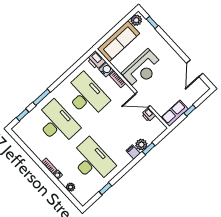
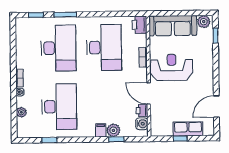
reception desk: (142, 69) -> (172, 67), turned 180
water cooler: (106, 70) -> (142, 124), moved
row of seats: (175, 113) -> (188, 129), moved

